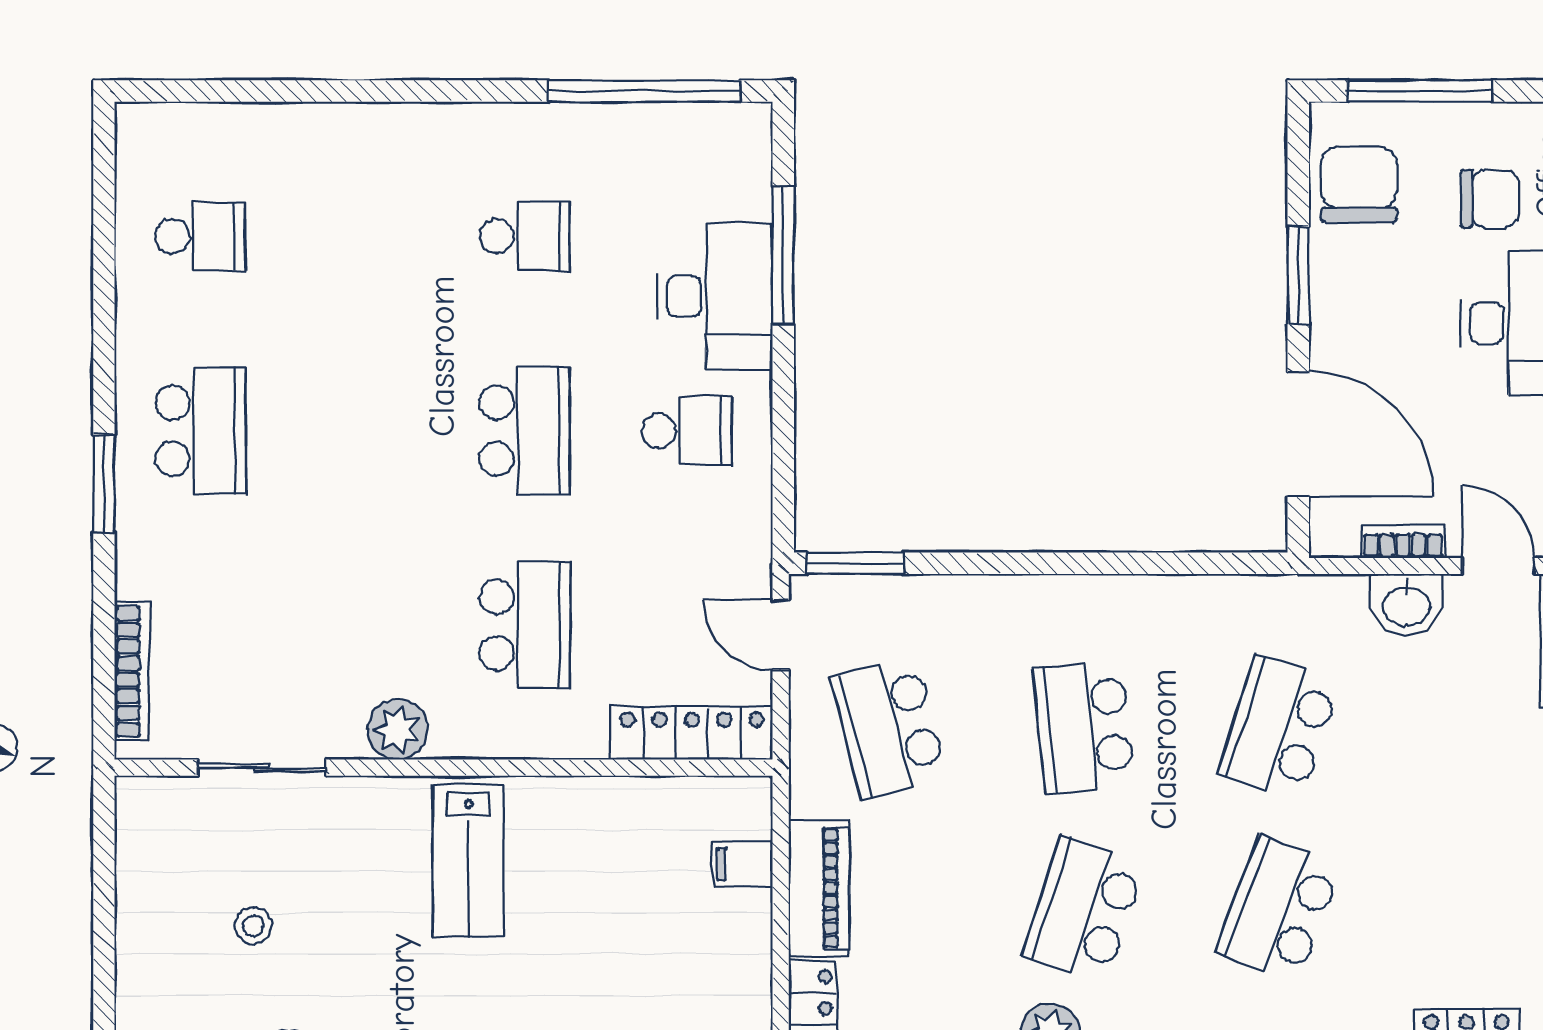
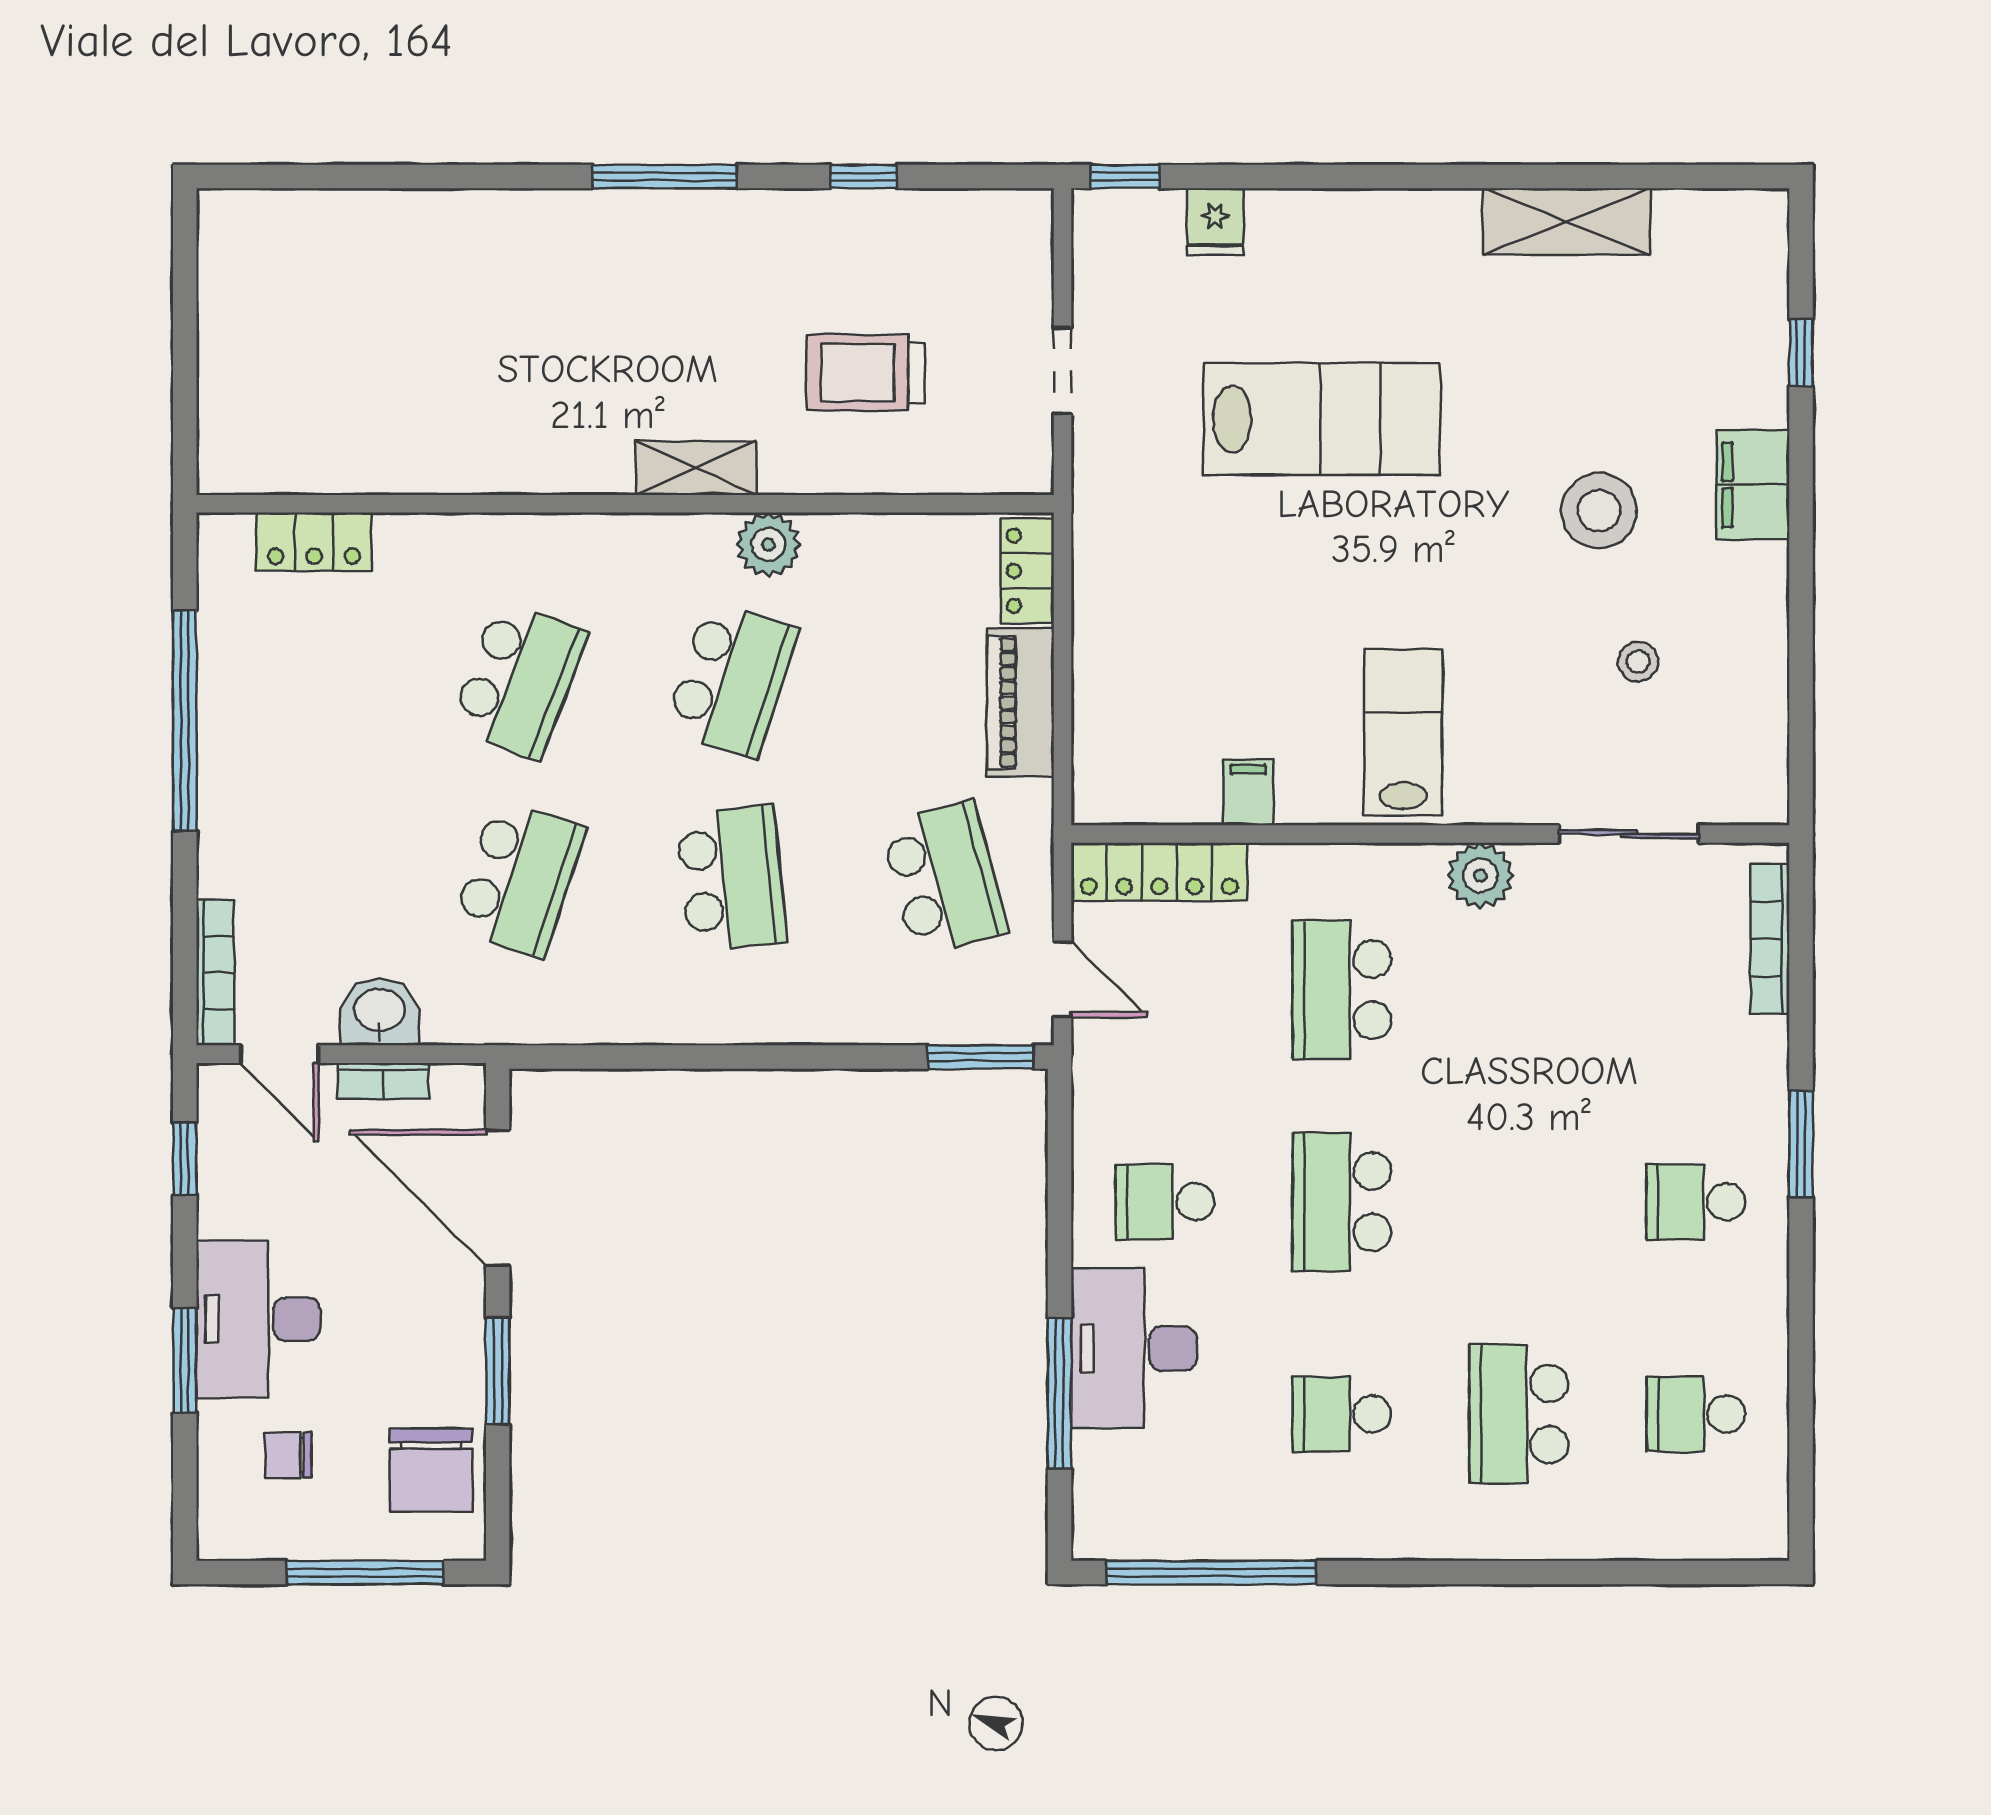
chair: (1490, 199) -> (288, 1455), width x0.73, depth x0.73
school desk: (362, 236) -> (1519, 1414), added
school desk: (200, 431) -> (1696, 1202), width x0.54
filing cabinet: (743, 864) -> (1248, 792), moved, turned -90

